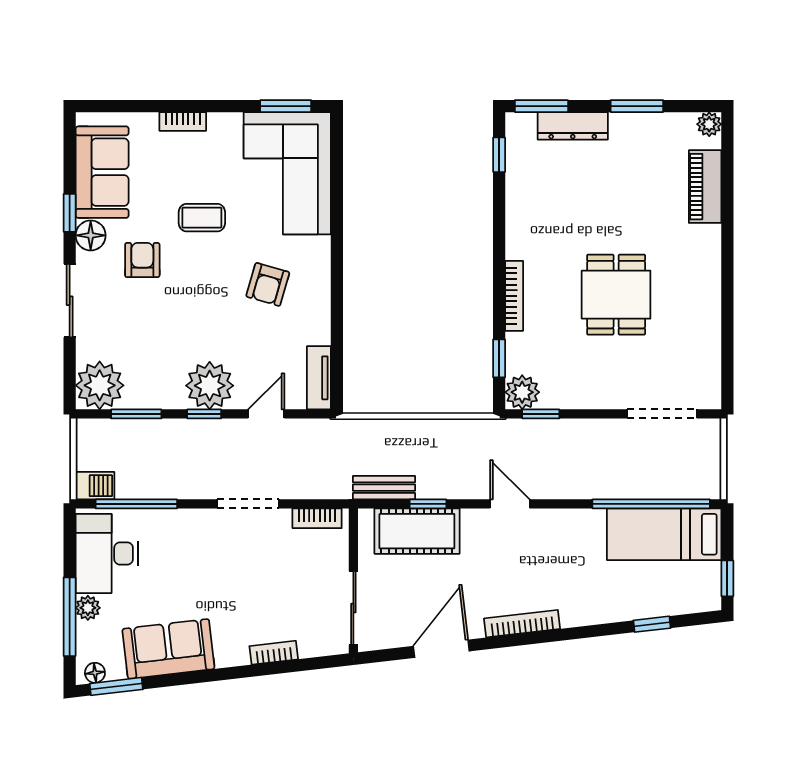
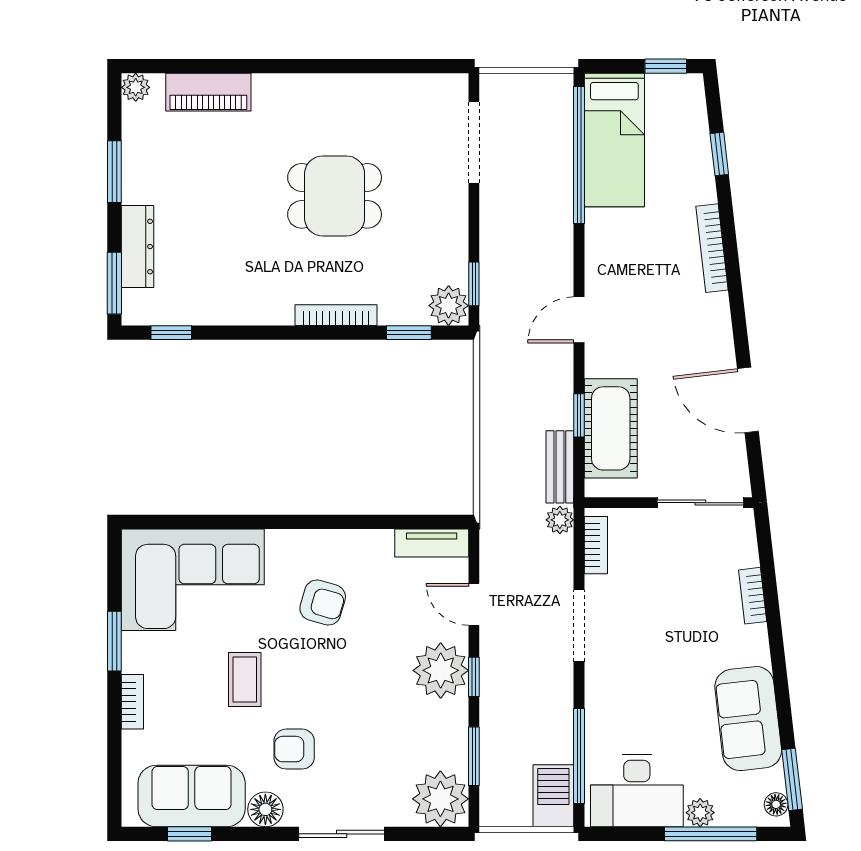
window: (286, 106) -> (114, 641), moved
window: (70, 213) -> (189, 834), moved
barbecue: (95, 486) -> (553, 796), width x1.38, depth x1.27
plant: (339, 488) -> (560, 520), added
bookcase: (522, 624) -> (712, 248), moved

